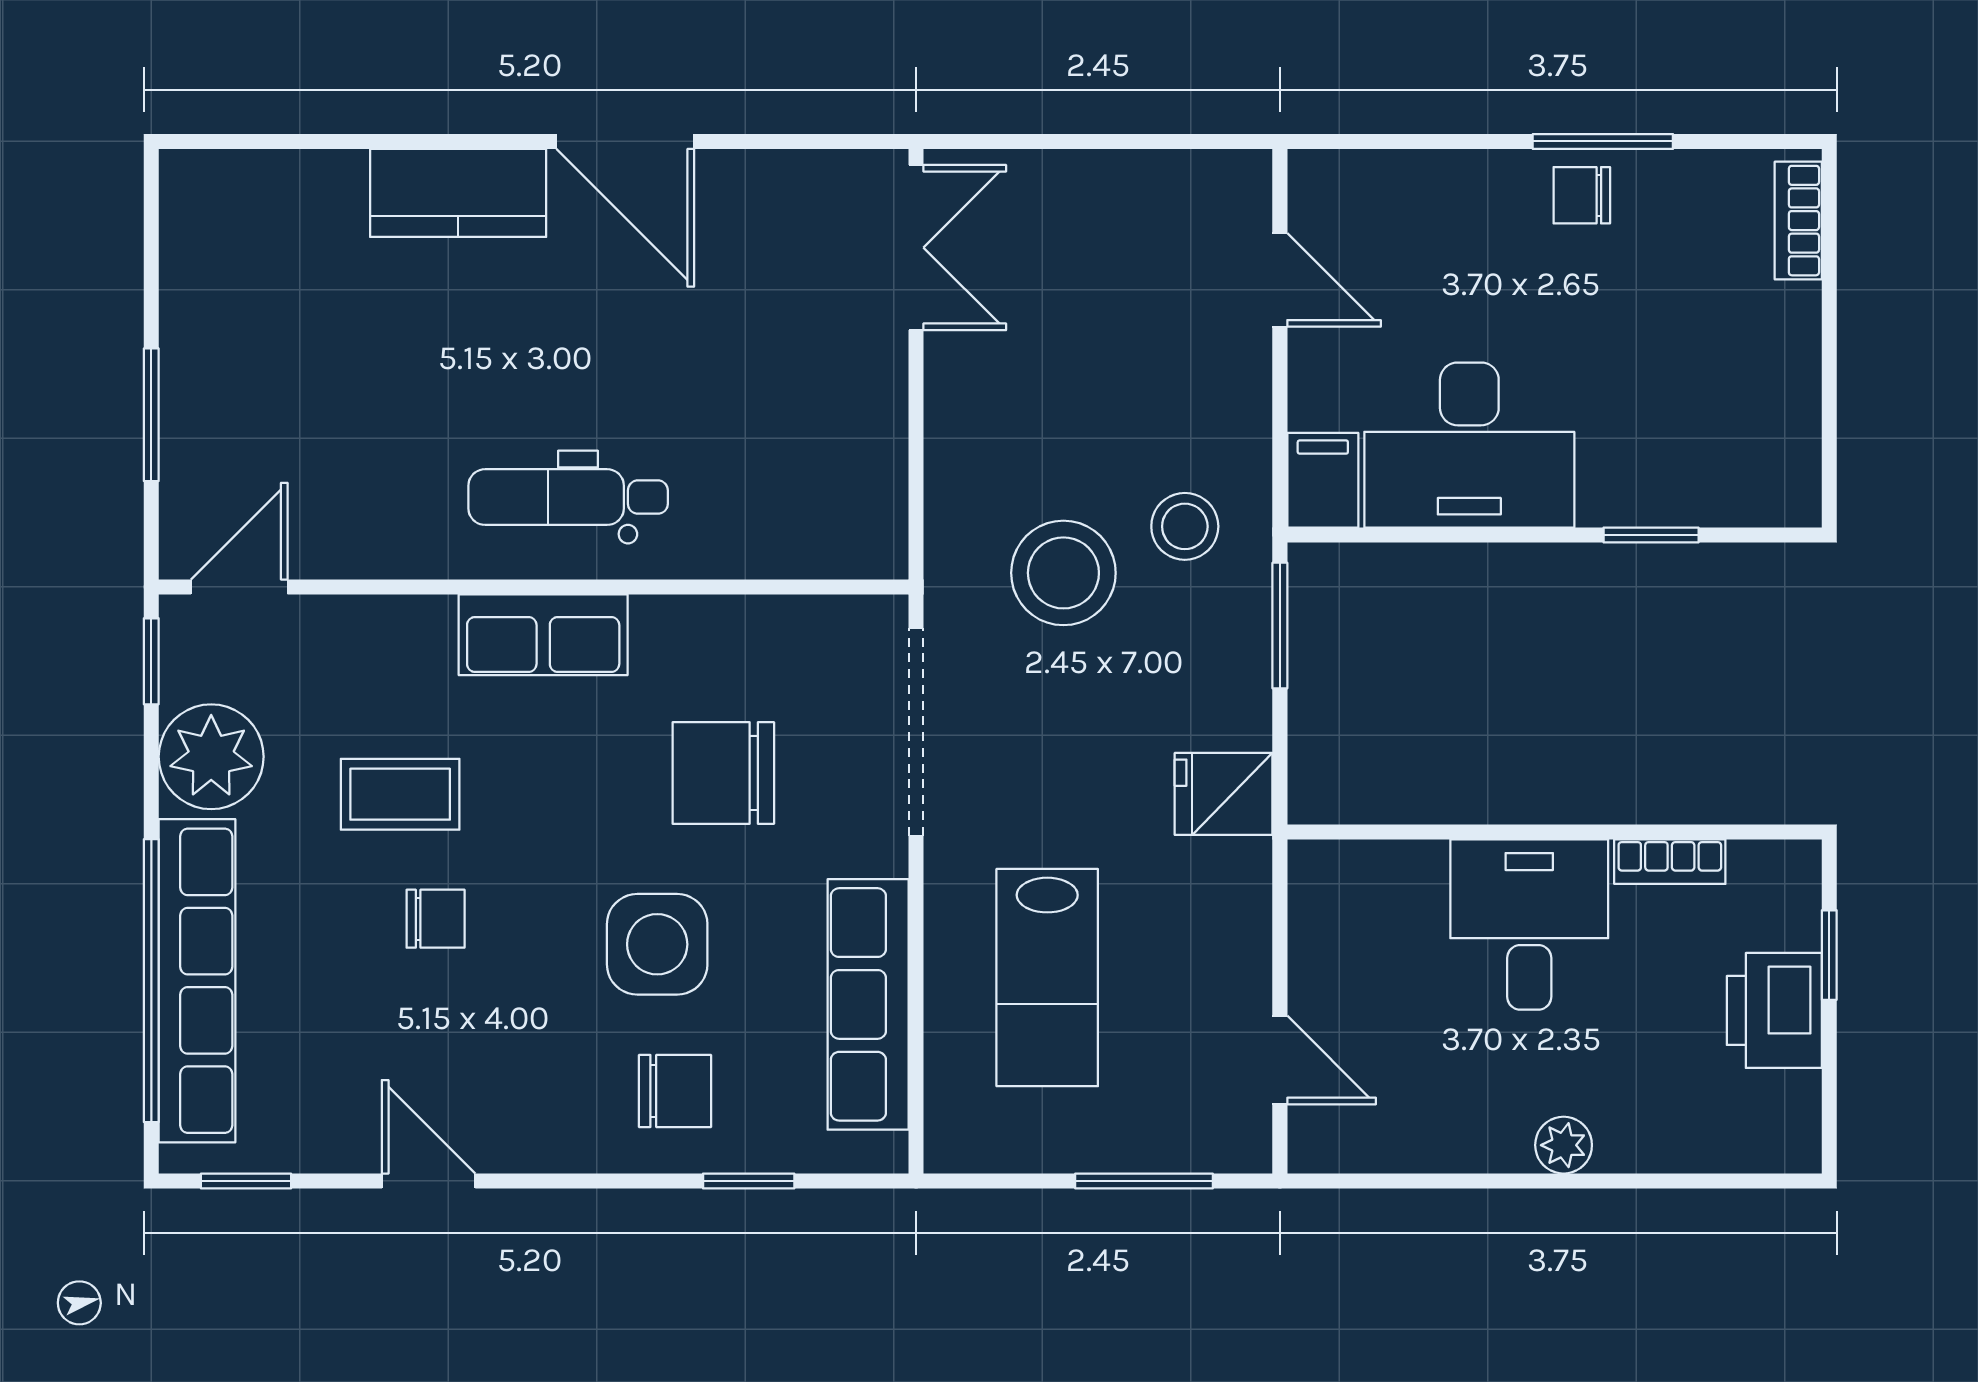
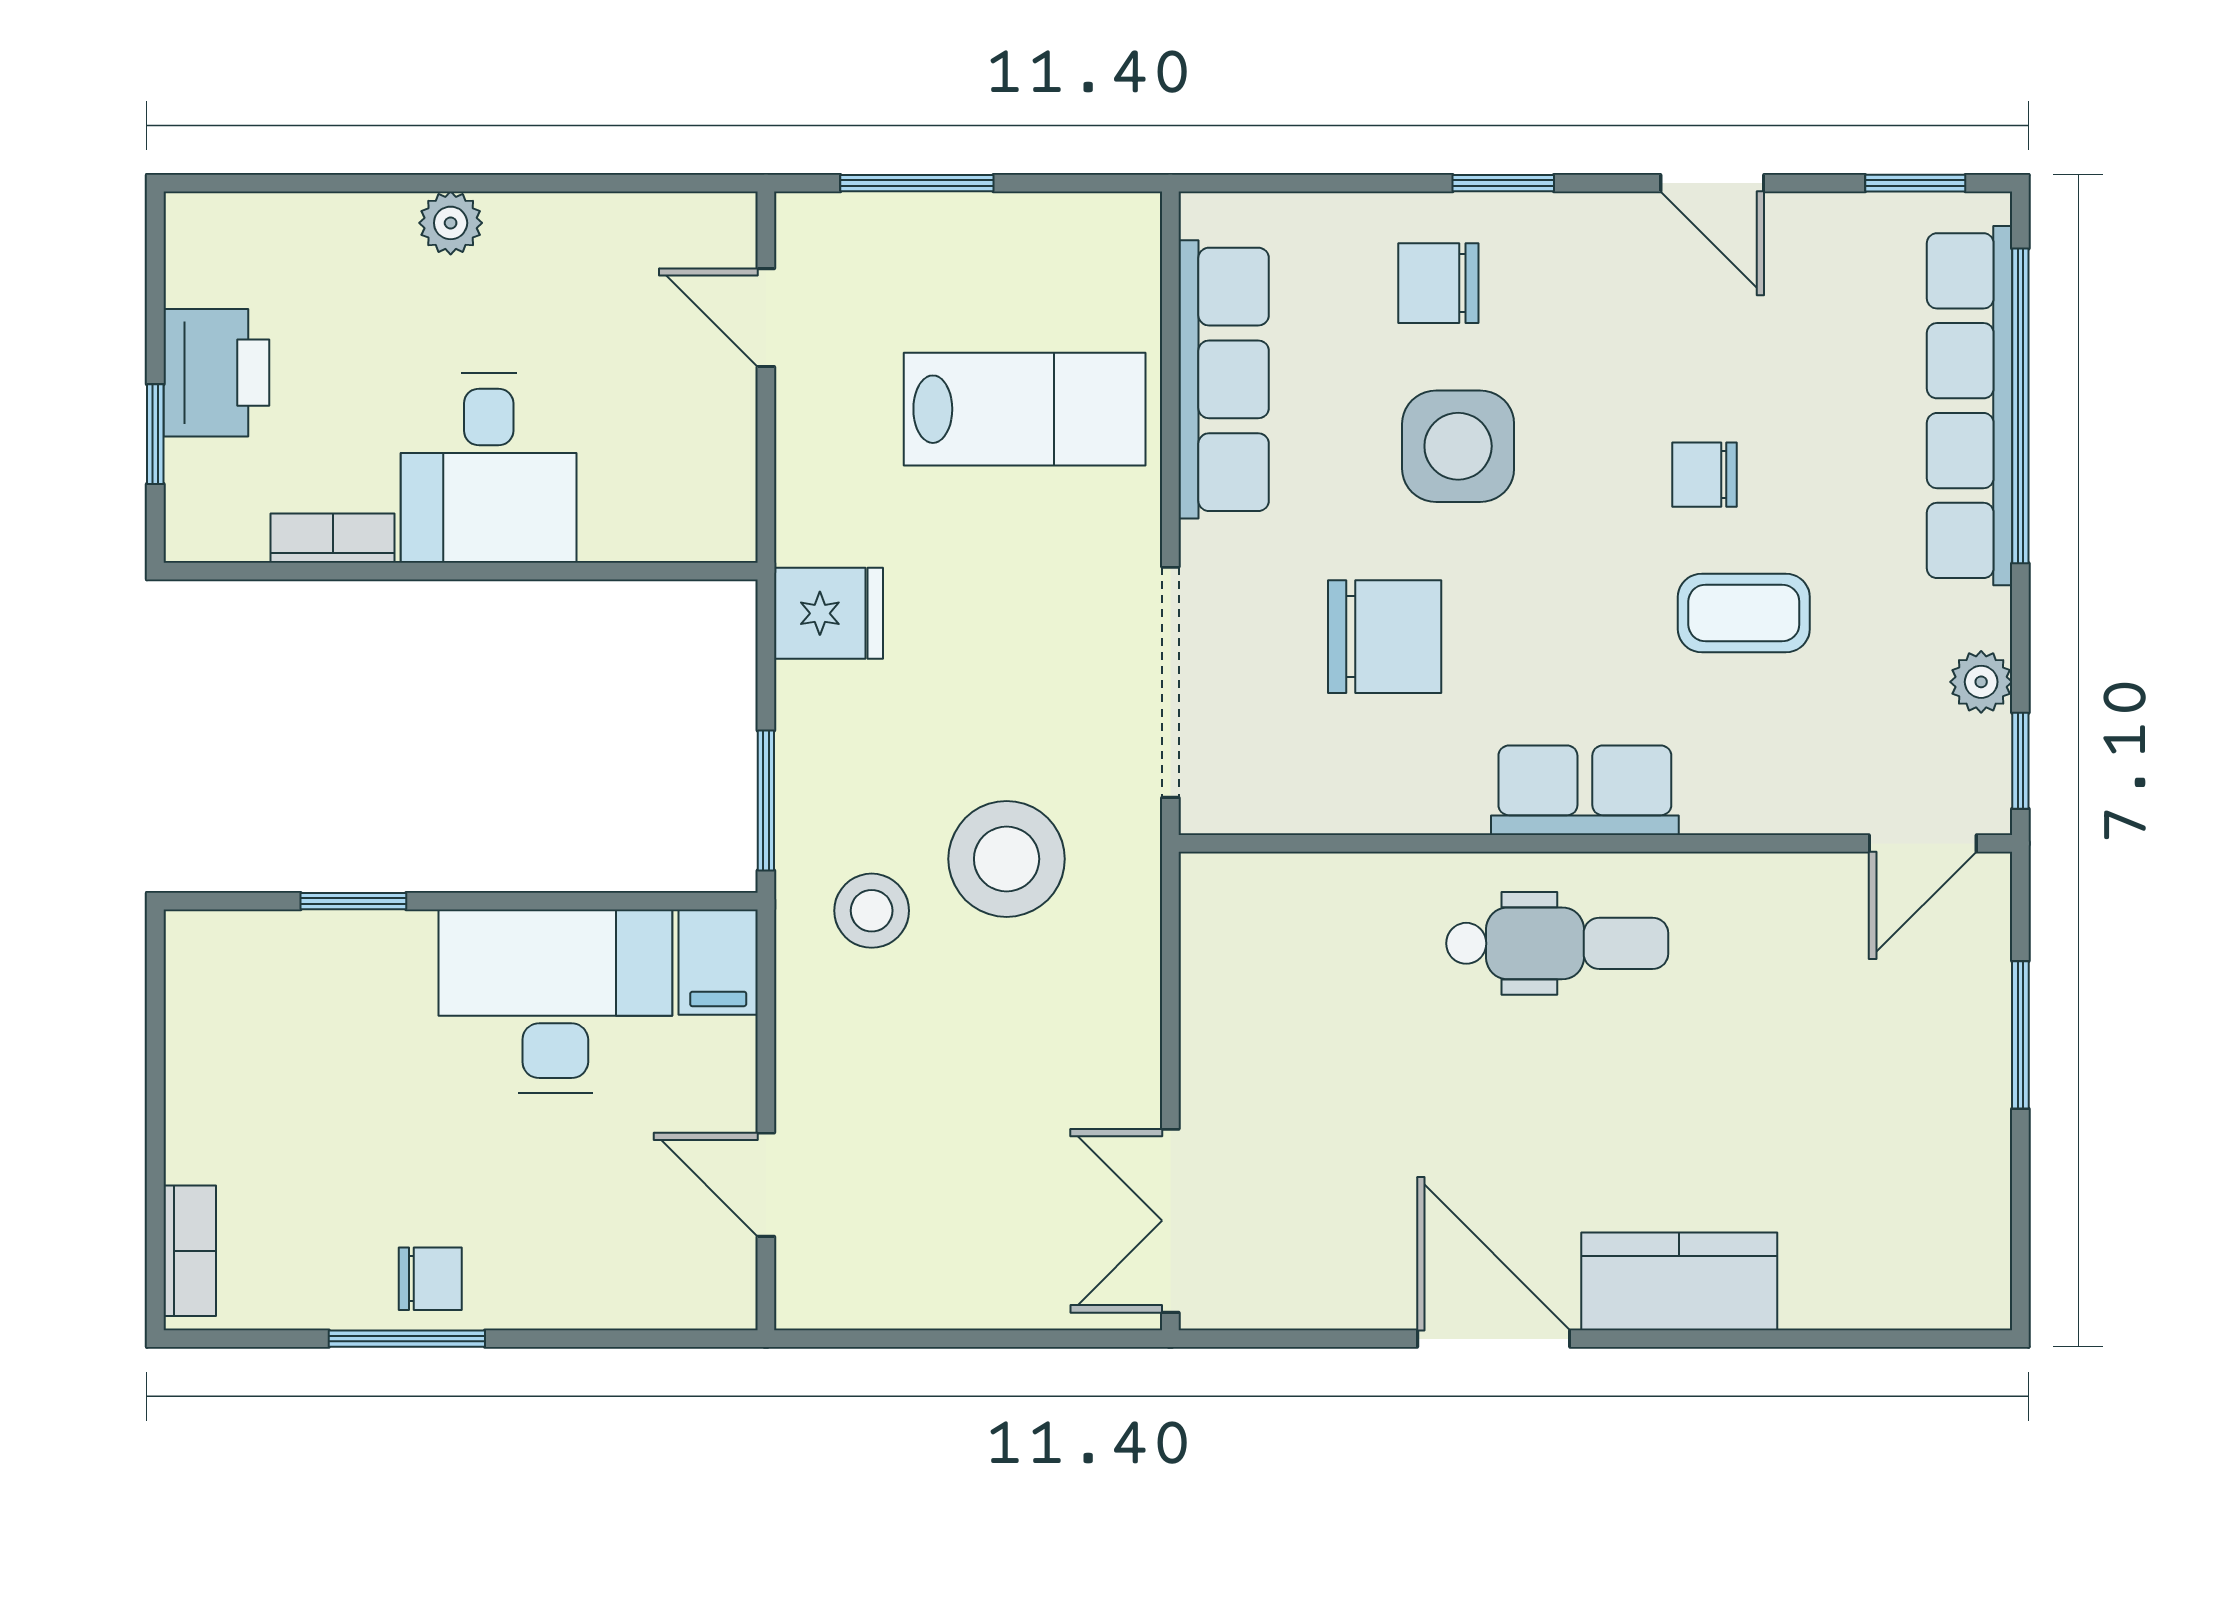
plant: (211, 757) -> (1981, 682), width x0.53, depth x0.53
lab bench: (1047, 978) -> (1025, 409), turned 90
window: (749, 1181) -> (1503, 183), moved

